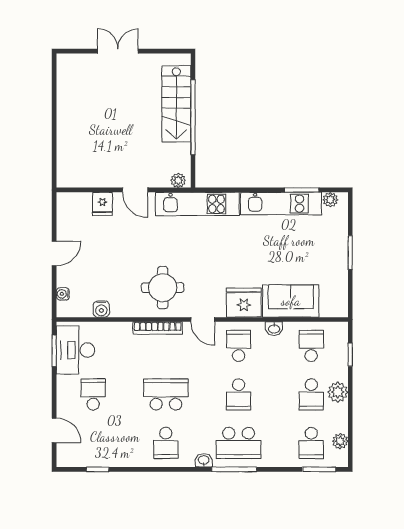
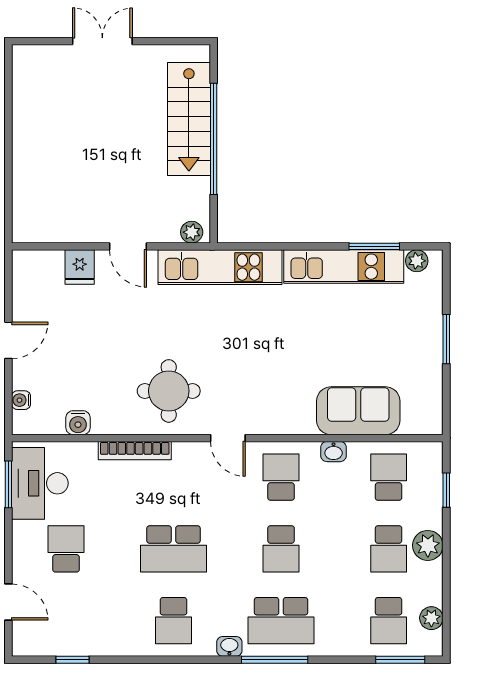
fridge: (244, 303) -> (289, 413), removed
bookcase: (158, 328) -> (135, 451), moved
school desk: (166, 394) -> (174, 549), turned 180

